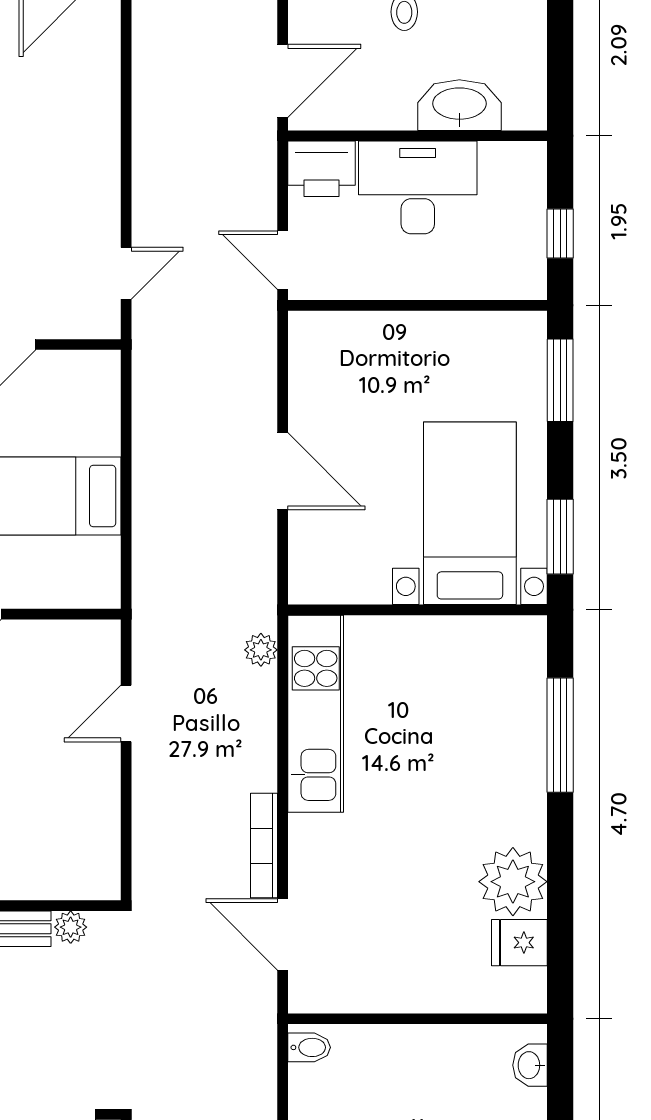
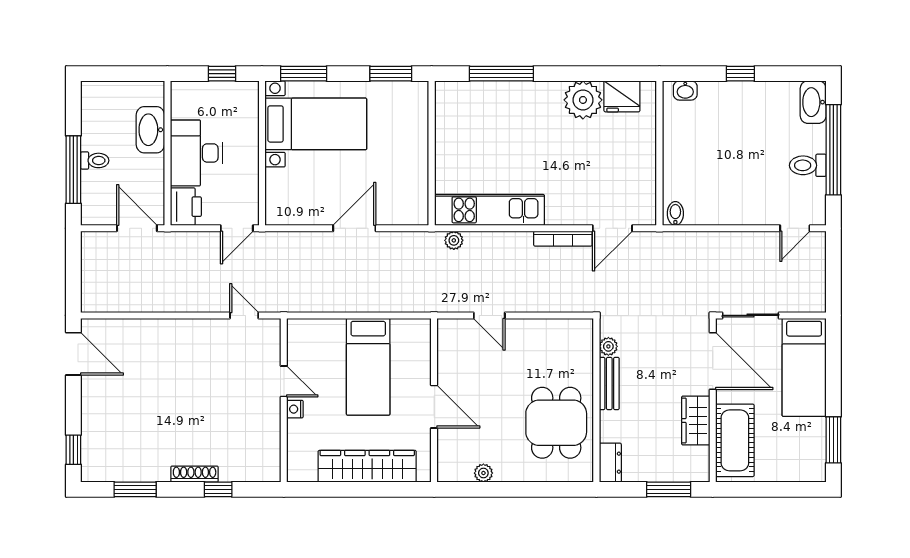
bed with nightstands: (470, 513) -> (316, 124), moved, turned 180
fridge: (519, 943) -> (622, 96), width x1.38

